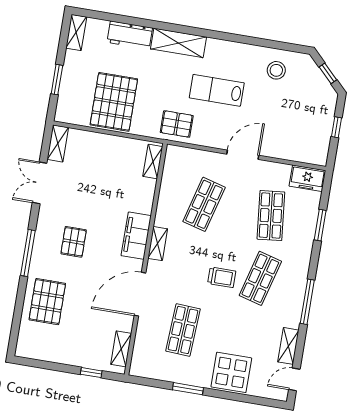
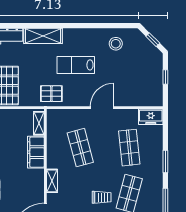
shop shelf: (204, 204) -> (80, 148), turned -30
window: (320, 225) -> (165, 161), moved
filing cabinet: (136, 236) -> (36, 152), moved

